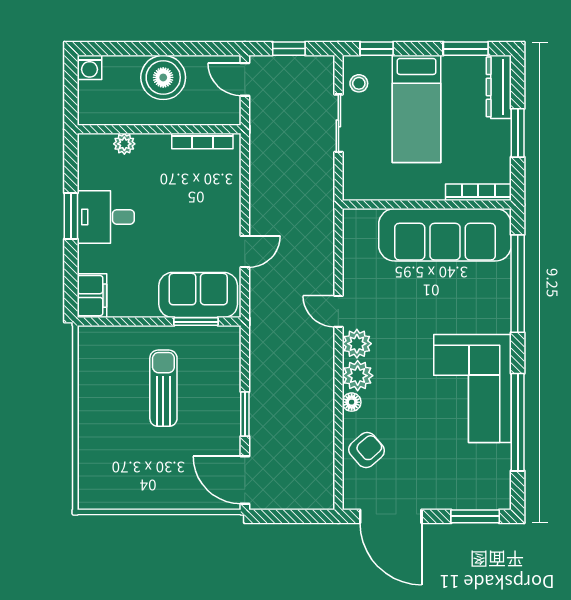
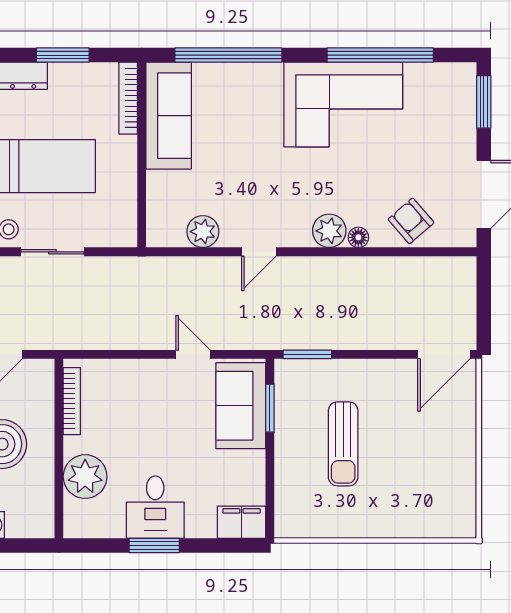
plant: (124, 144) -> (85, 477), width x1.87, depth x1.87
sofa: (445, 235) -> (169, 116), width x0.74, depth x0.79
plant: (357, 344) -> (203, 232), moved
sun lounger: (163, 388) -> (343, 444), turned -90
window: (245, 414) -> (307, 354), moved

